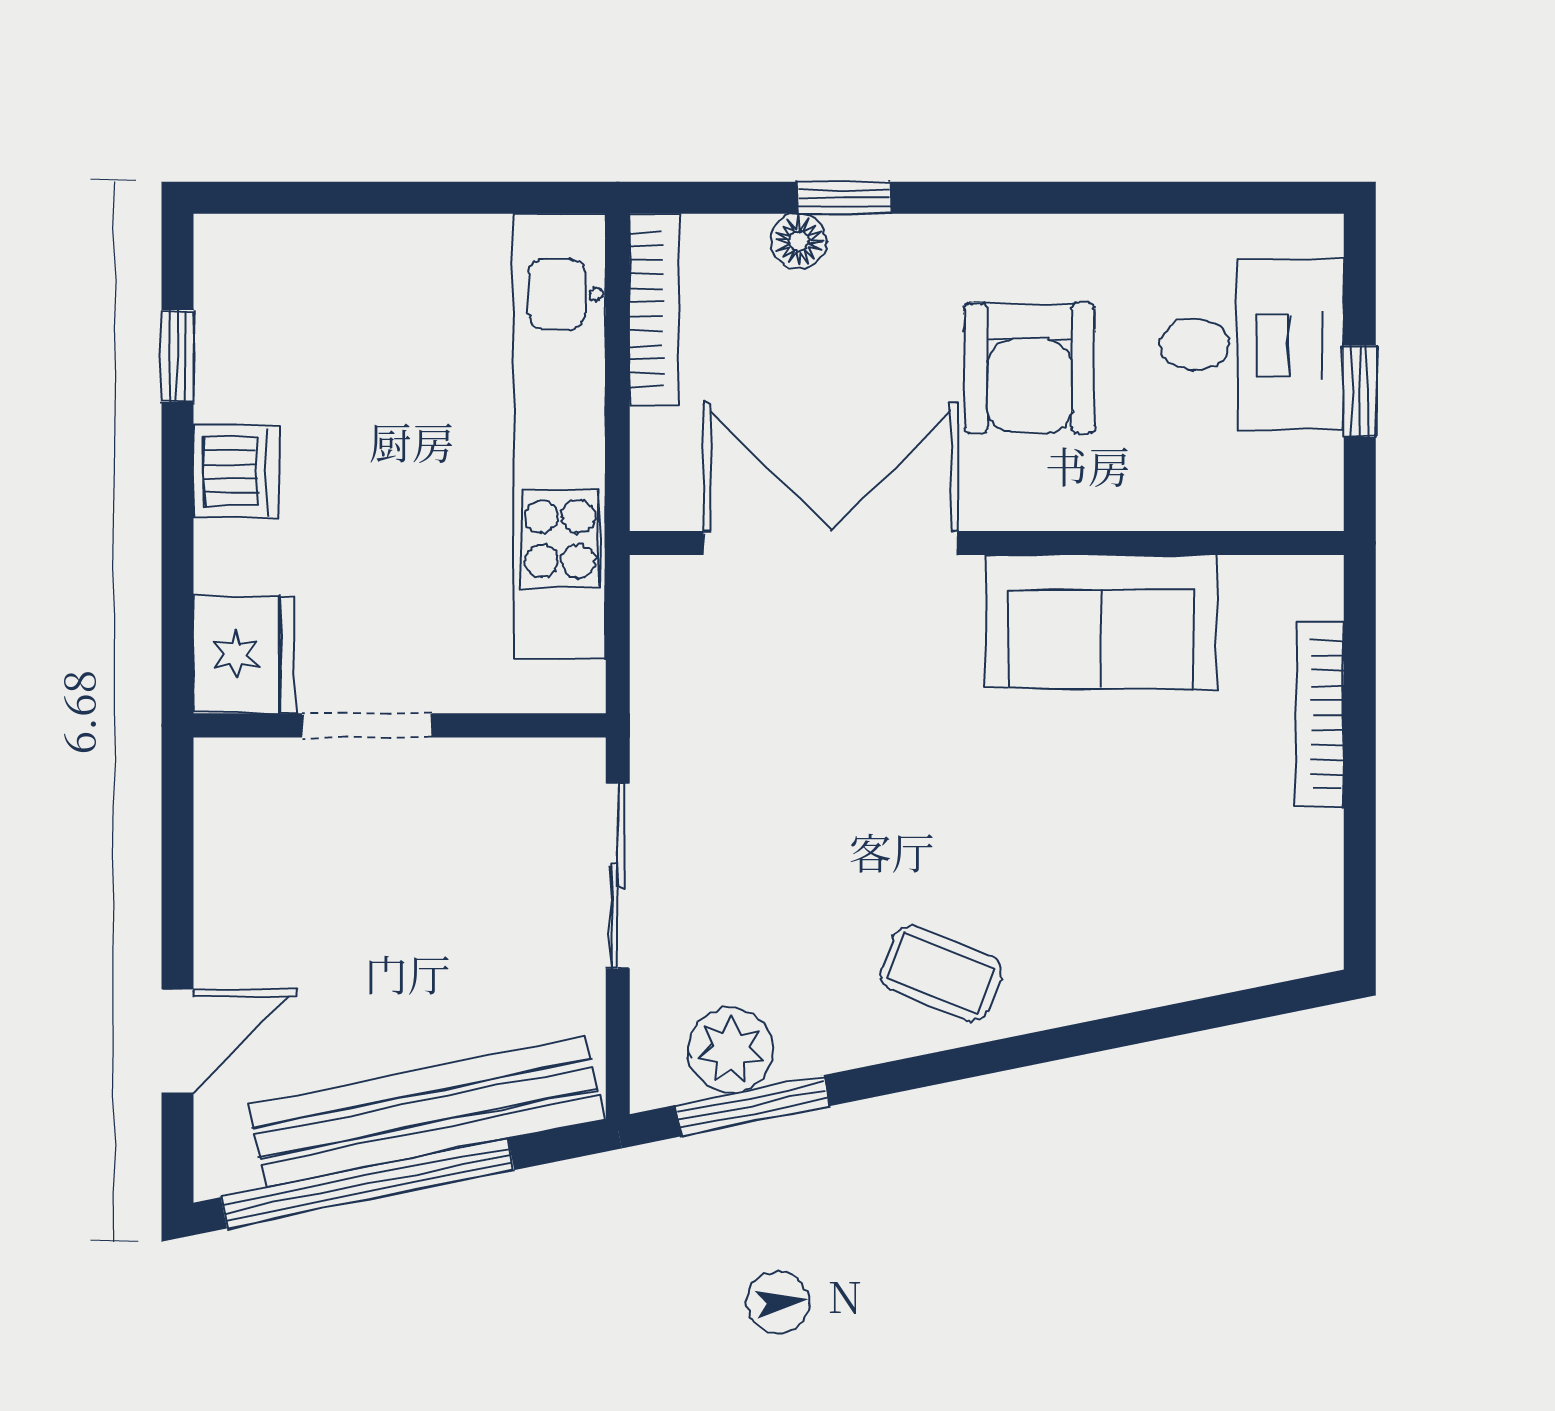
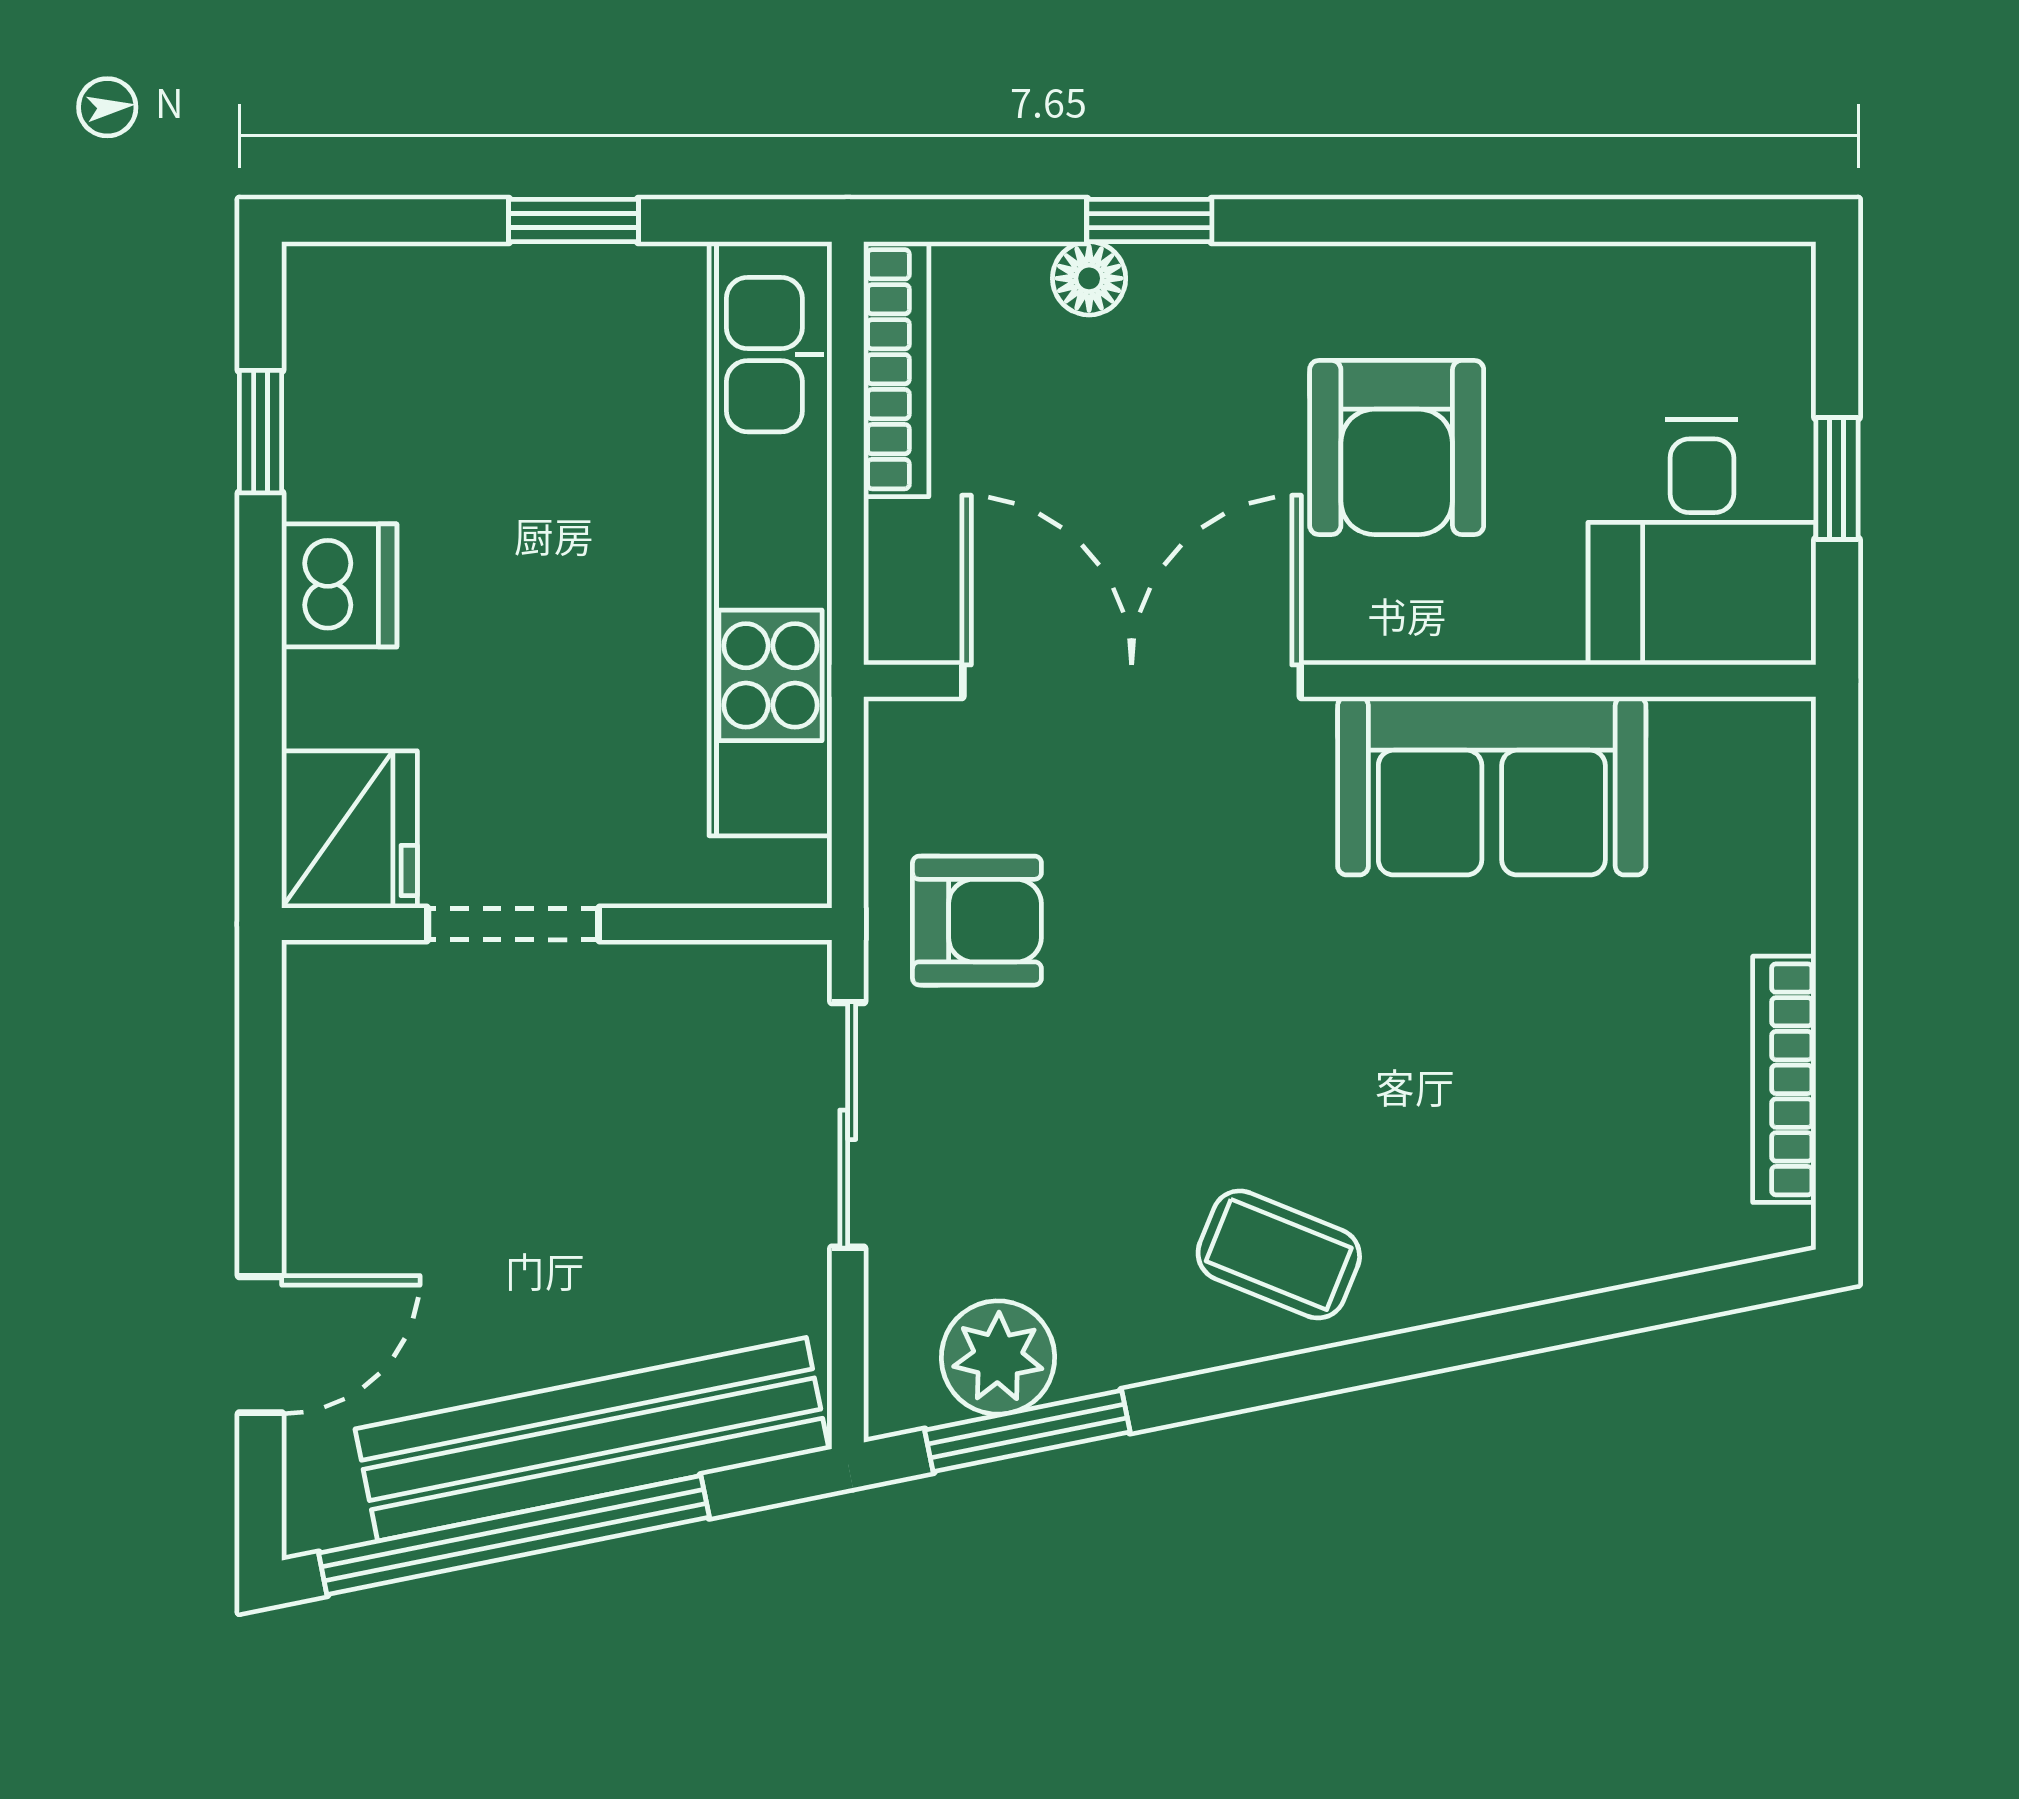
window: (412, 198) -> (573, 221), added
desk: (1252, 345) -> (1702, 542), moved, turned 90
bookcase: (1320, 715) -> (1784, 1079), moved
armchair: (715, 723) -> (977, 921), added

